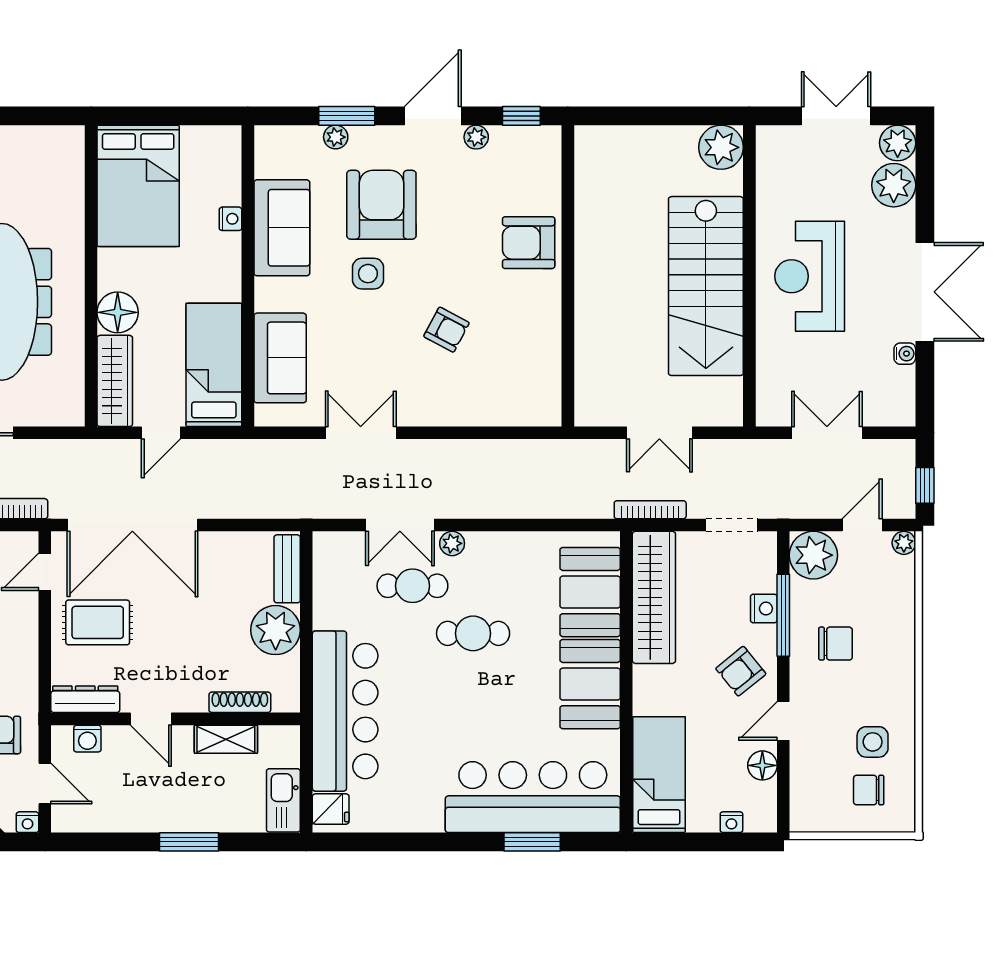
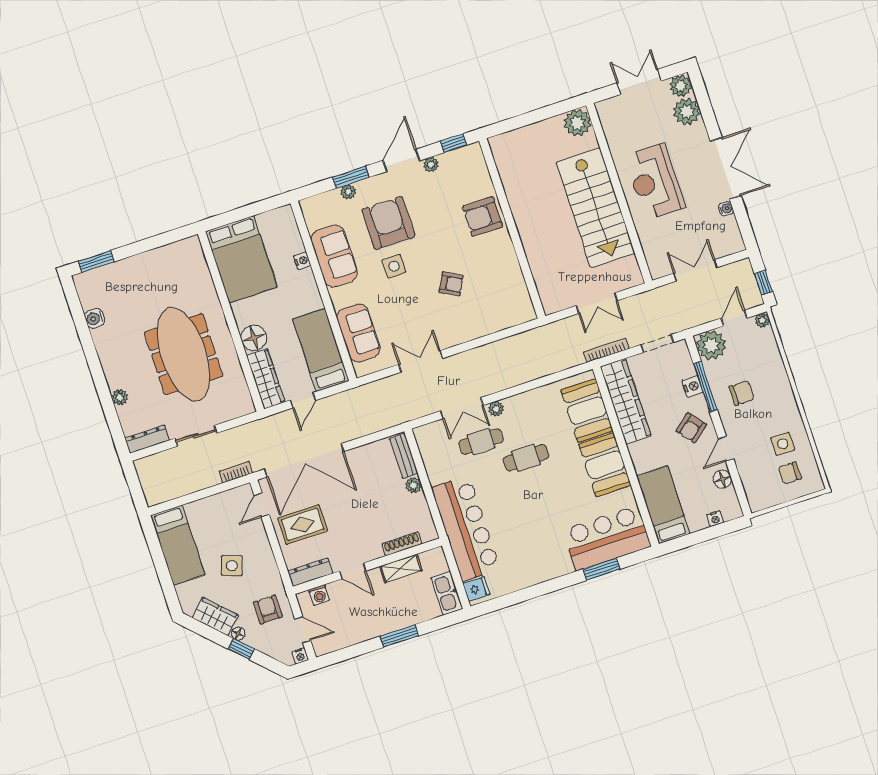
plant: (276, 630) -> (413, 485), width x0.53, depth x0.53
bar counter: (533, 797) -> (607, 538), width x0.73

